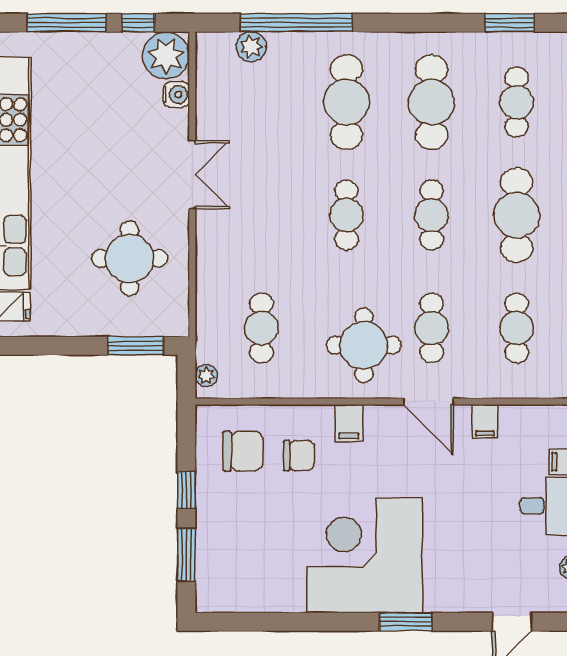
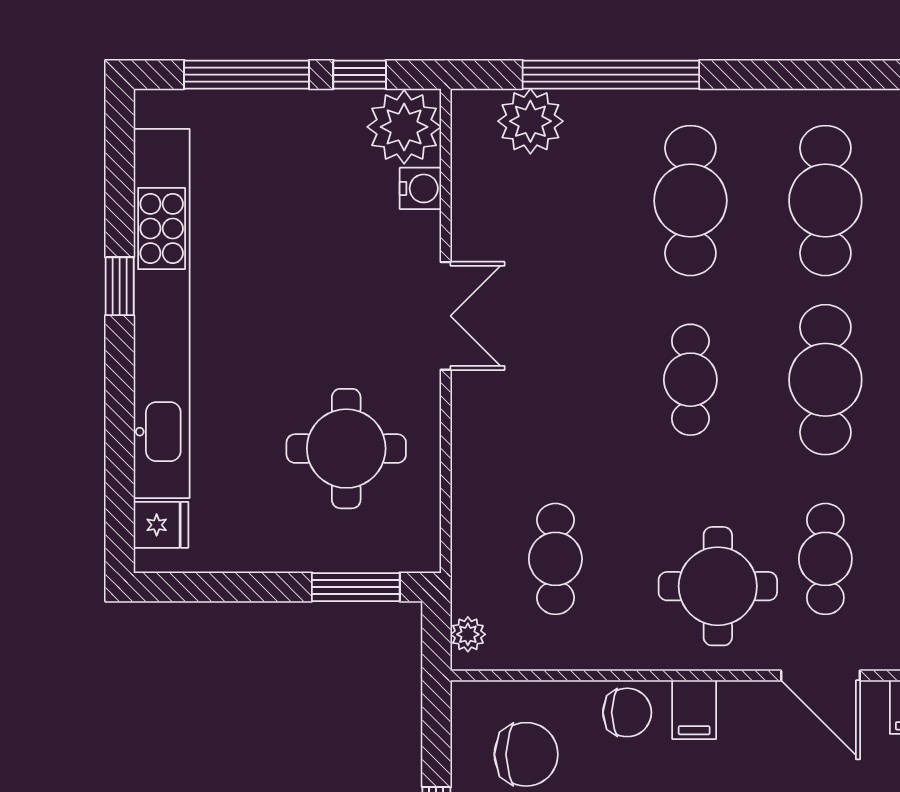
plant: (251, 47) -> (530, 121), width x1.36, depth x1.36
cafe table: (432, 215) -> (825, 380), width x1.37, depth x1.35
chair: (299, 456) -> (627, 712), moved

